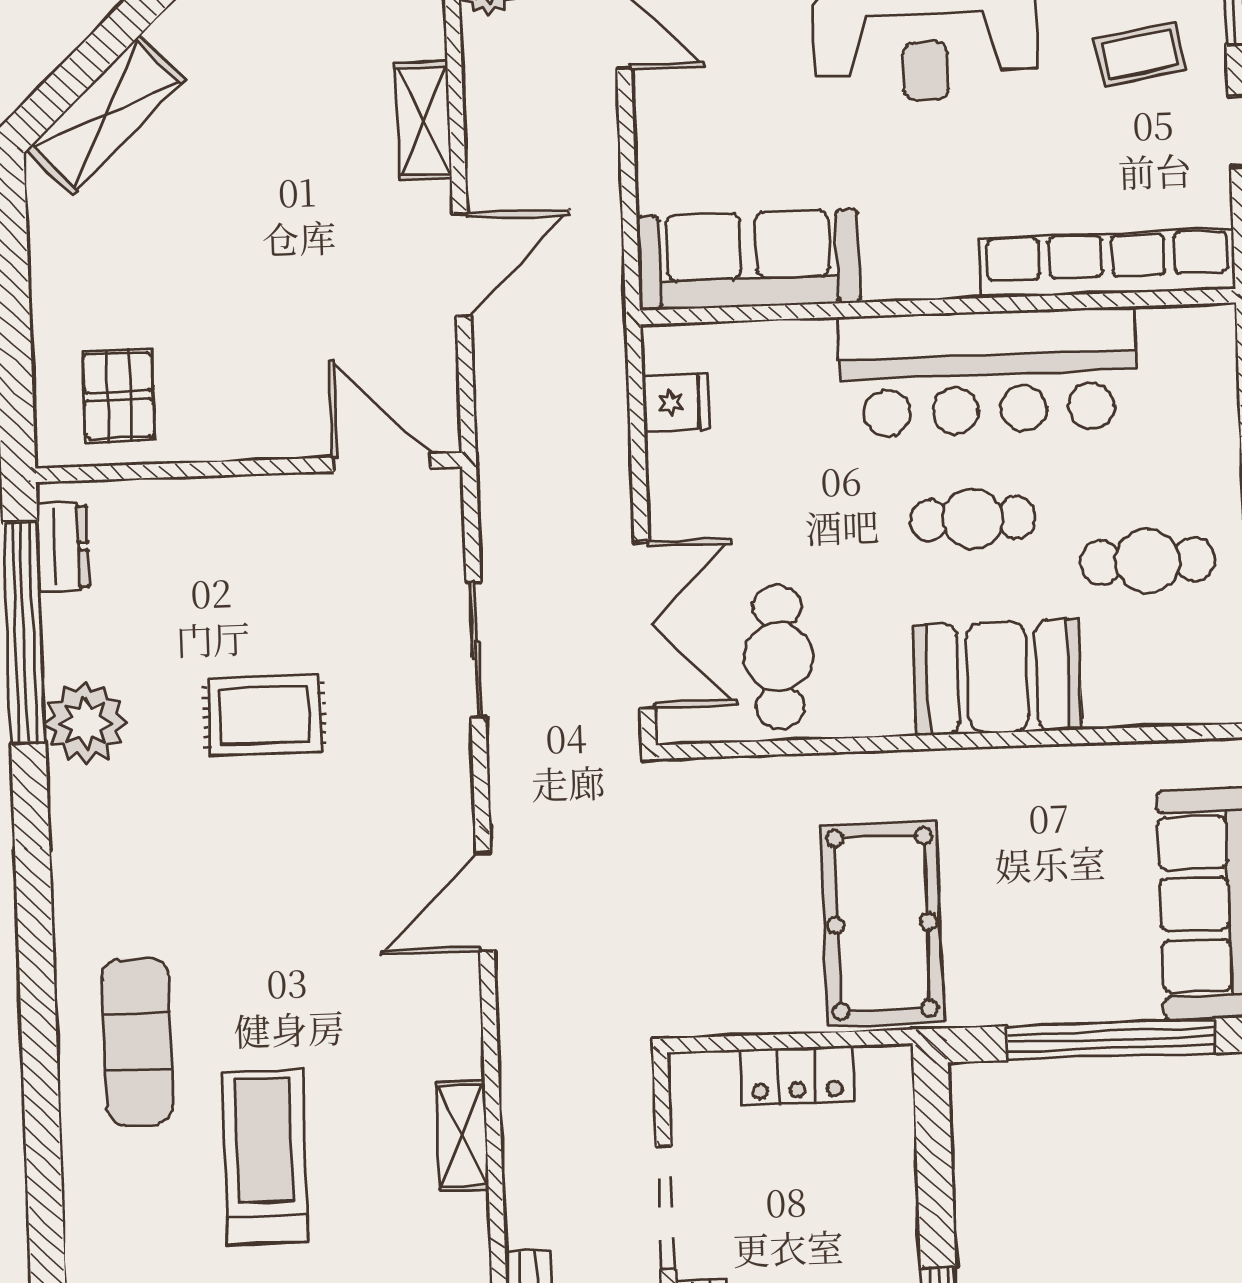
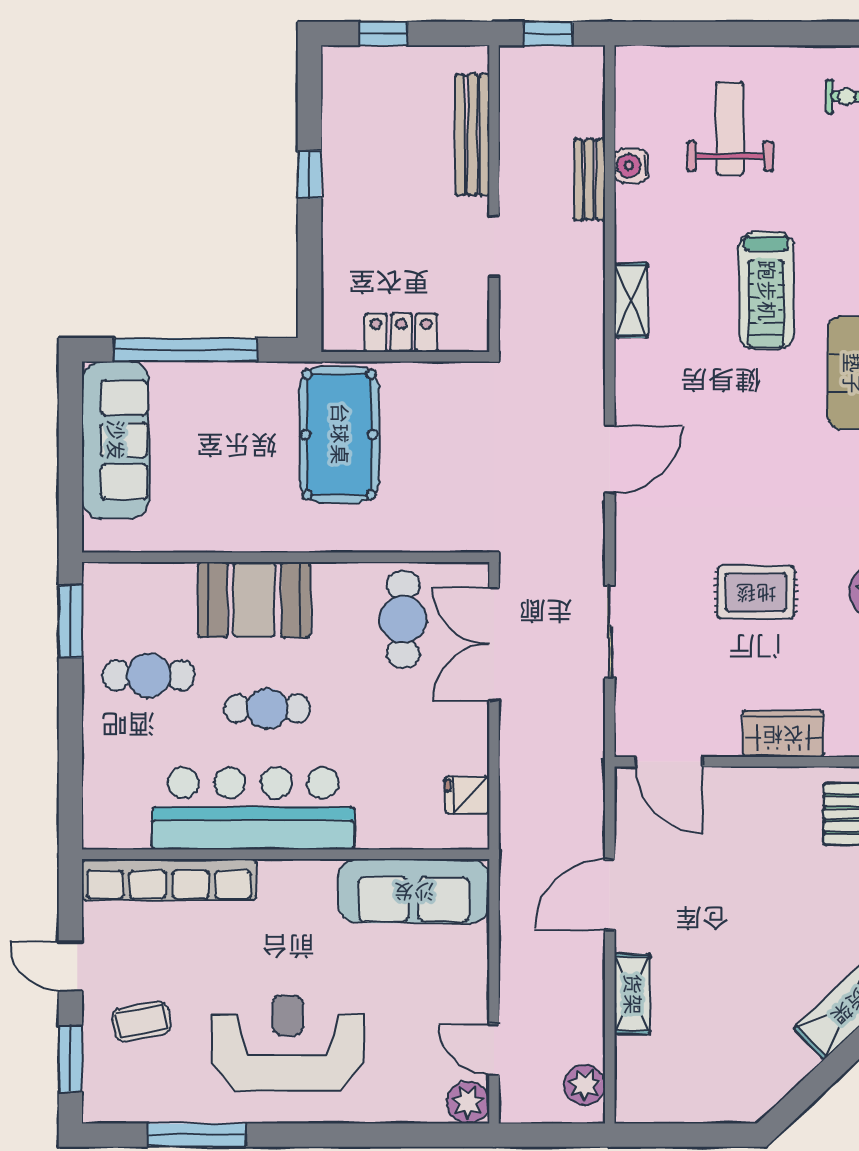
wardrobe: (216, 510) -> (783, 734), added
doorway: (666, 1208) -> (494, 246), width x0.73

